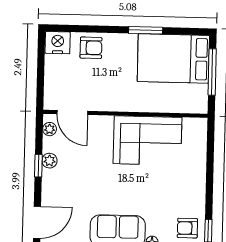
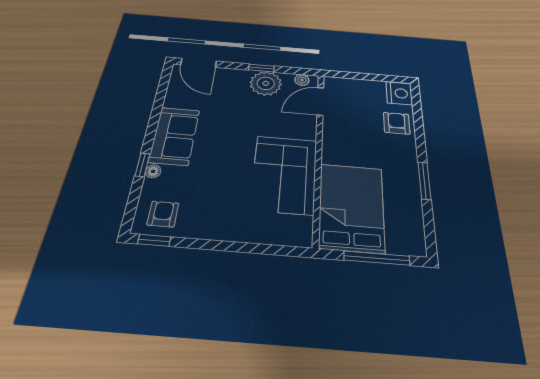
armchair: (91, 48) -> (397, 123), turned 180
bed: (173, 59) -> (351, 207), moved
plant: (49, 161) -> (266, 83), width x1.88, depth x1.88

